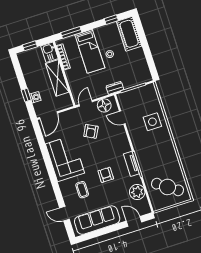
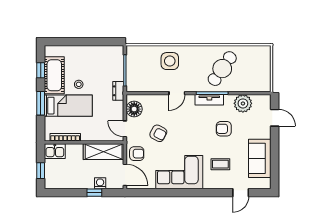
window: (71, 32) -> (41, 103), moved
cot: (129, 34) -> (54, 75), moved, turned 90
shelving: (57, 78) -> (104, 152), moved
door: (122, 118) -> (177, 93), moved
armchair: (69, 119) -> (137, 154), added
armchair: (106, 175) -> (224, 129), moved
cafe table: (167, 187) -> (222, 69), moved
sofa: (97, 220) -> (260, 158), width x0.73
door: (134, 221) -> (275, 118), swing flipped

